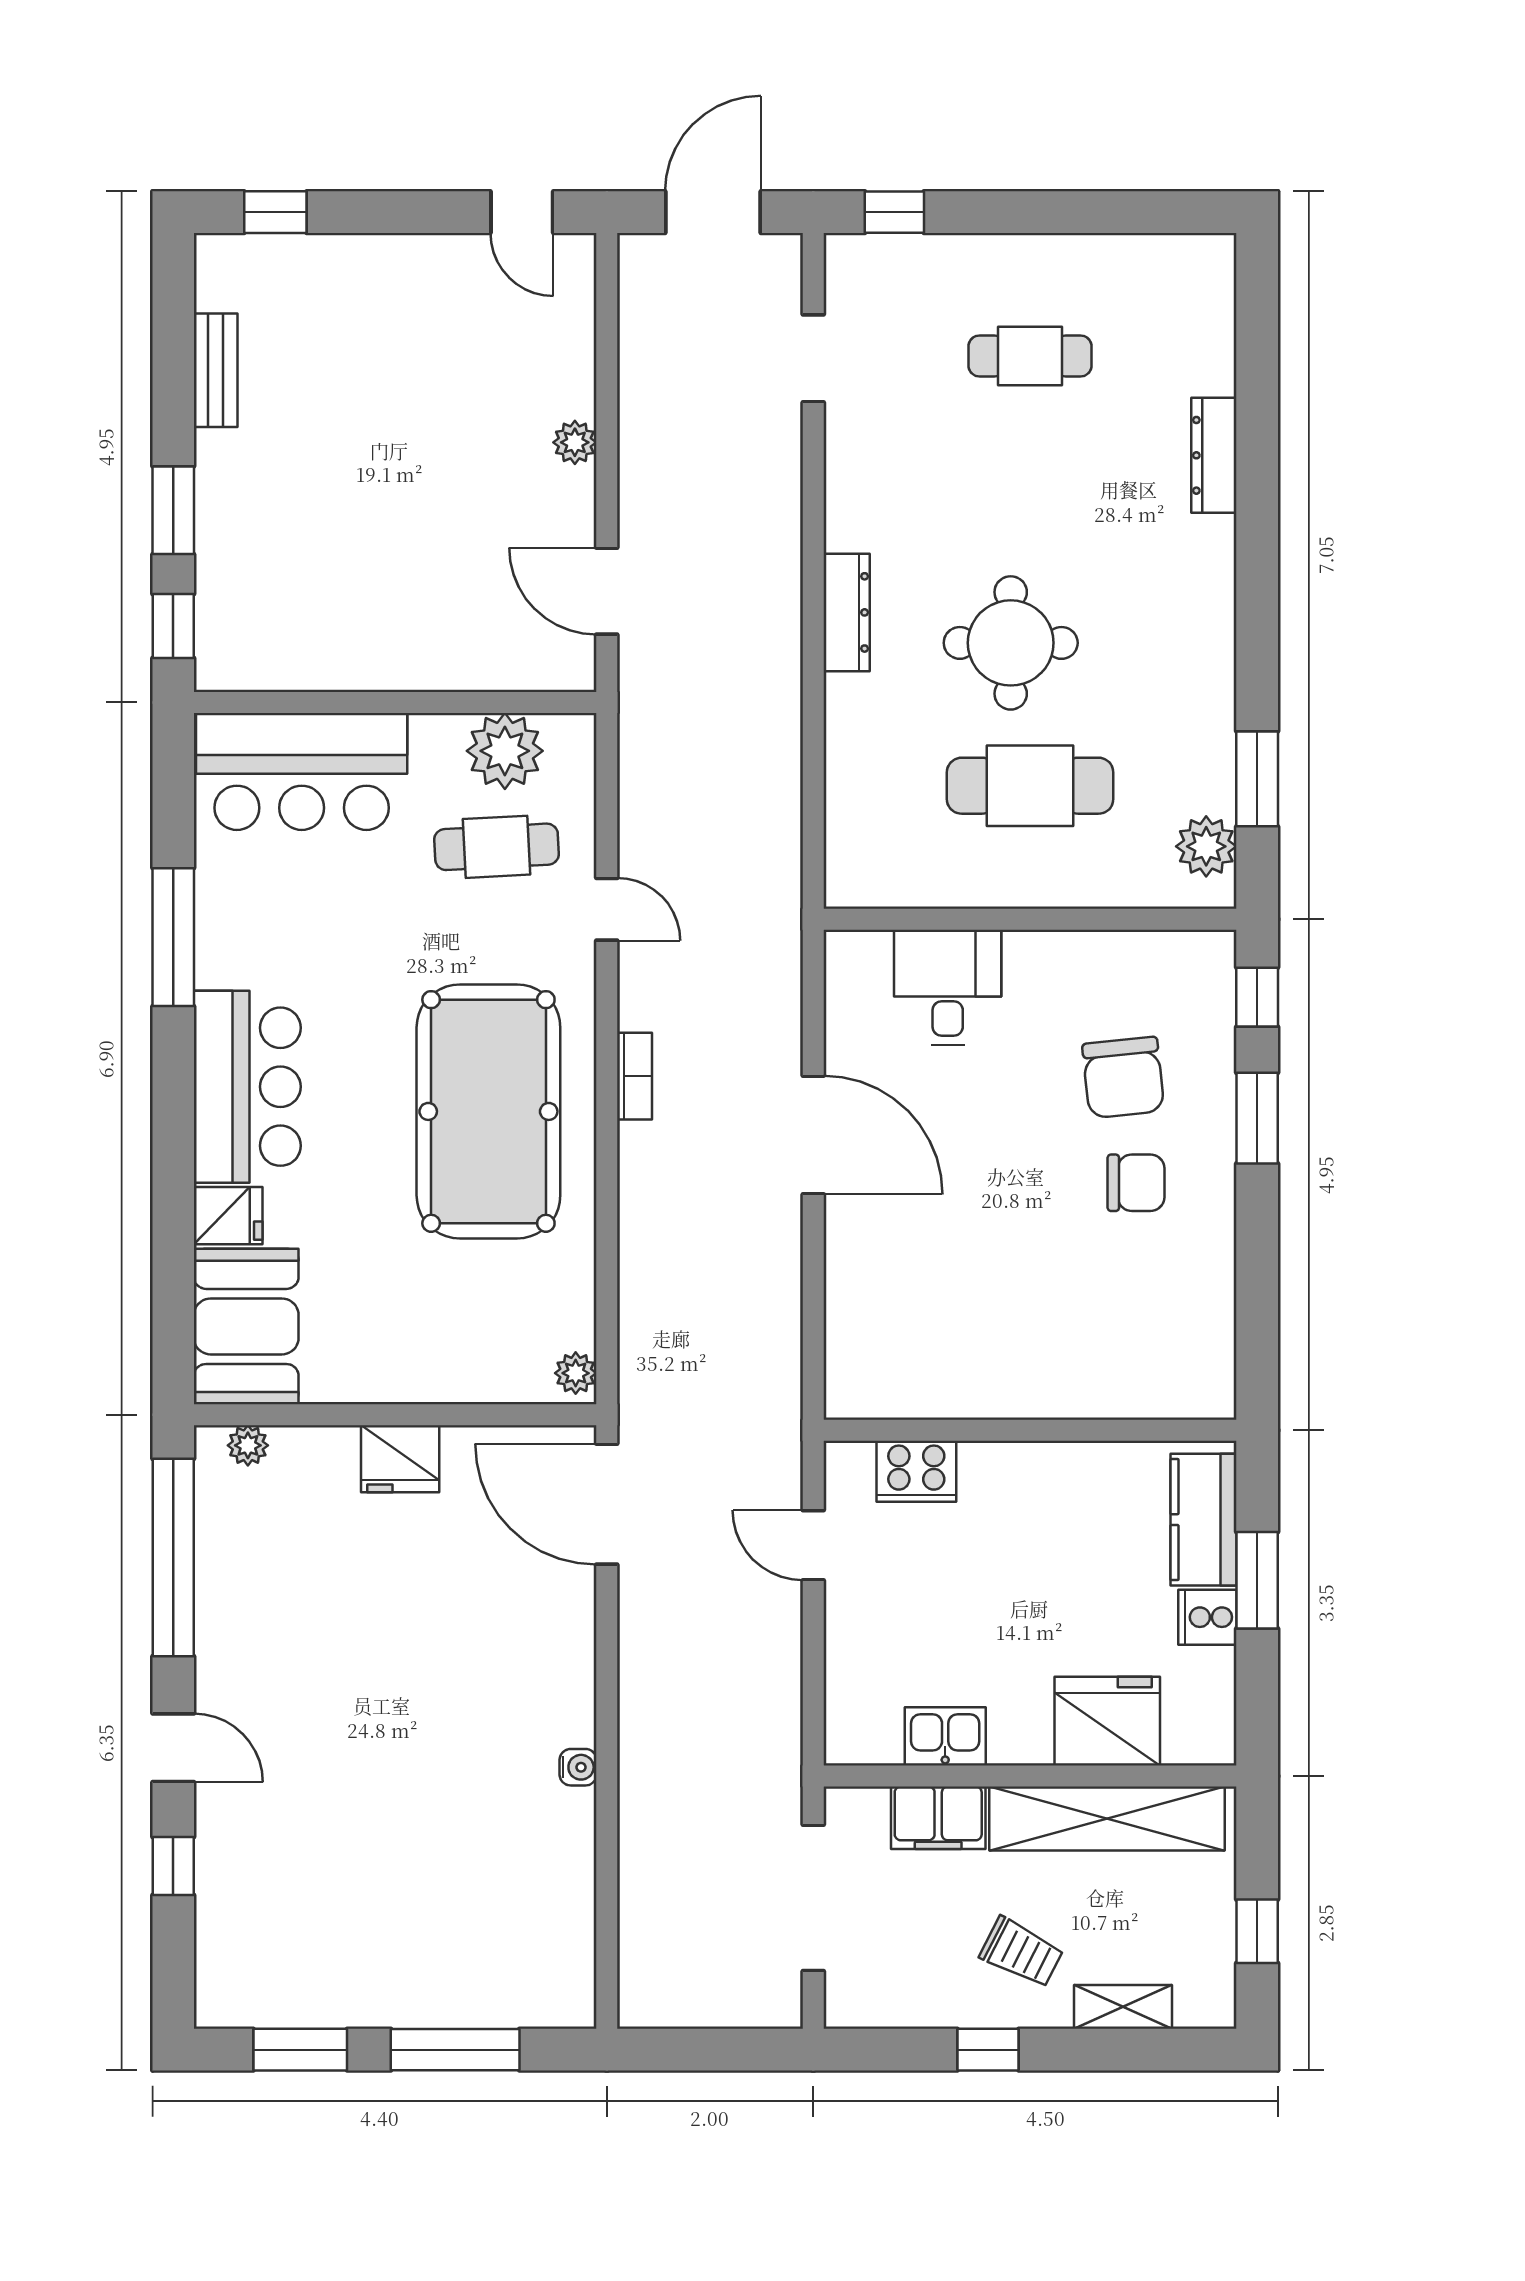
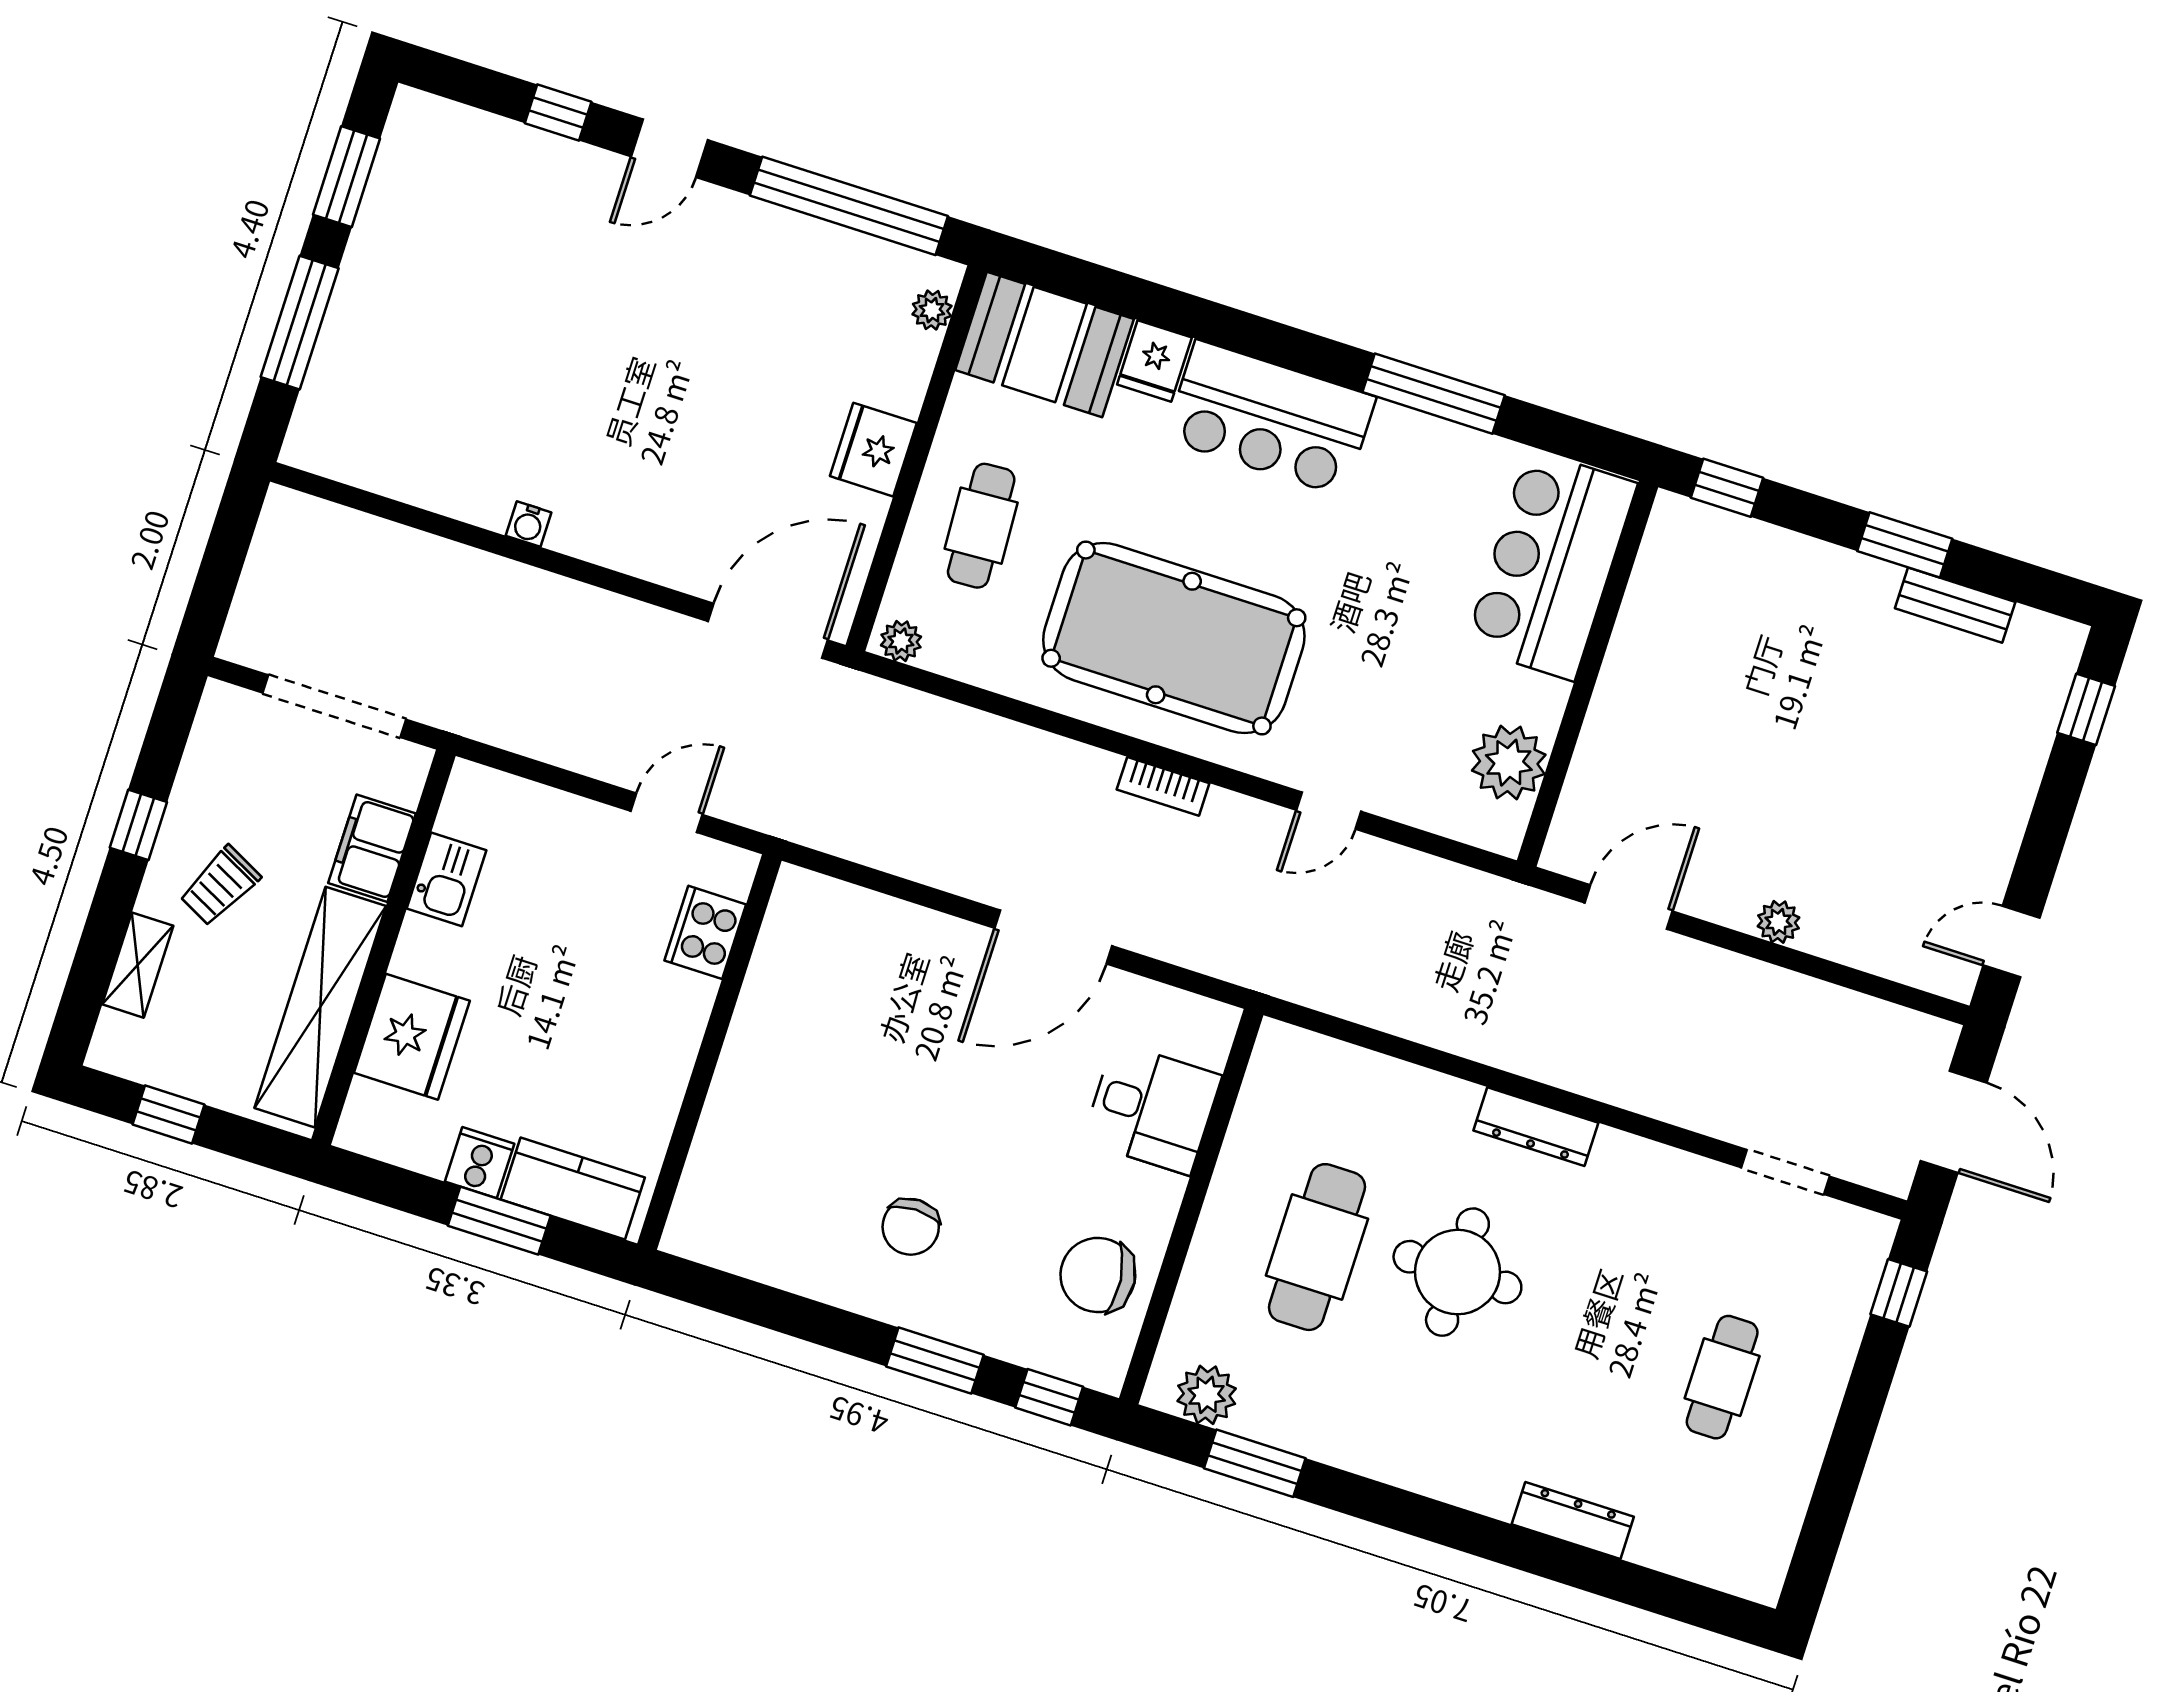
window: (173, 510) -> (1905, 545), moved
cafe table: (497, 847) -> (981, 526), moved
chair: (1123, 1077) -> (1098, 1275), moved

